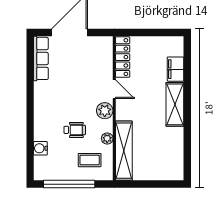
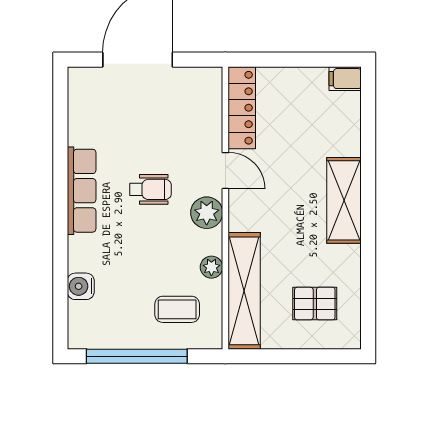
row of seats: (41, 58) -> (82, 191), moved
filing cabinet: (176, 69) -> (345, 79), moved, width x0.50
wheelchair: (75, 130) -> (150, 189), moved
pallet: (160, 157) -> (315, 304), added

